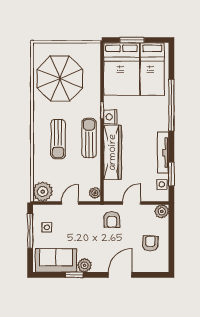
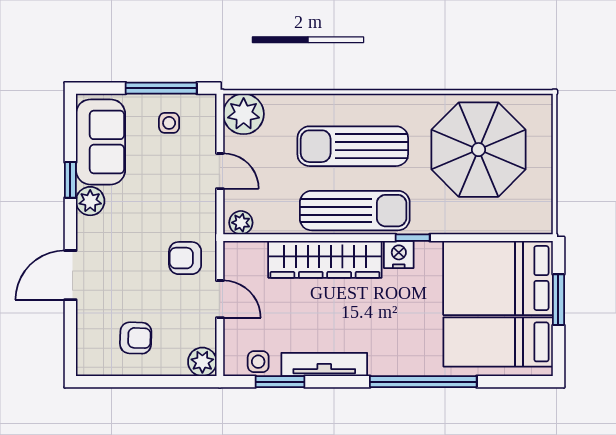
sun lounger: (89, 138) -> (355, 211), width x1.36, depth x1.34
sun lounger: (58, 139) -> (353, 146), width x1.36, depth x1.34
door: (120, 275) -> (70, 275), swing flipped

